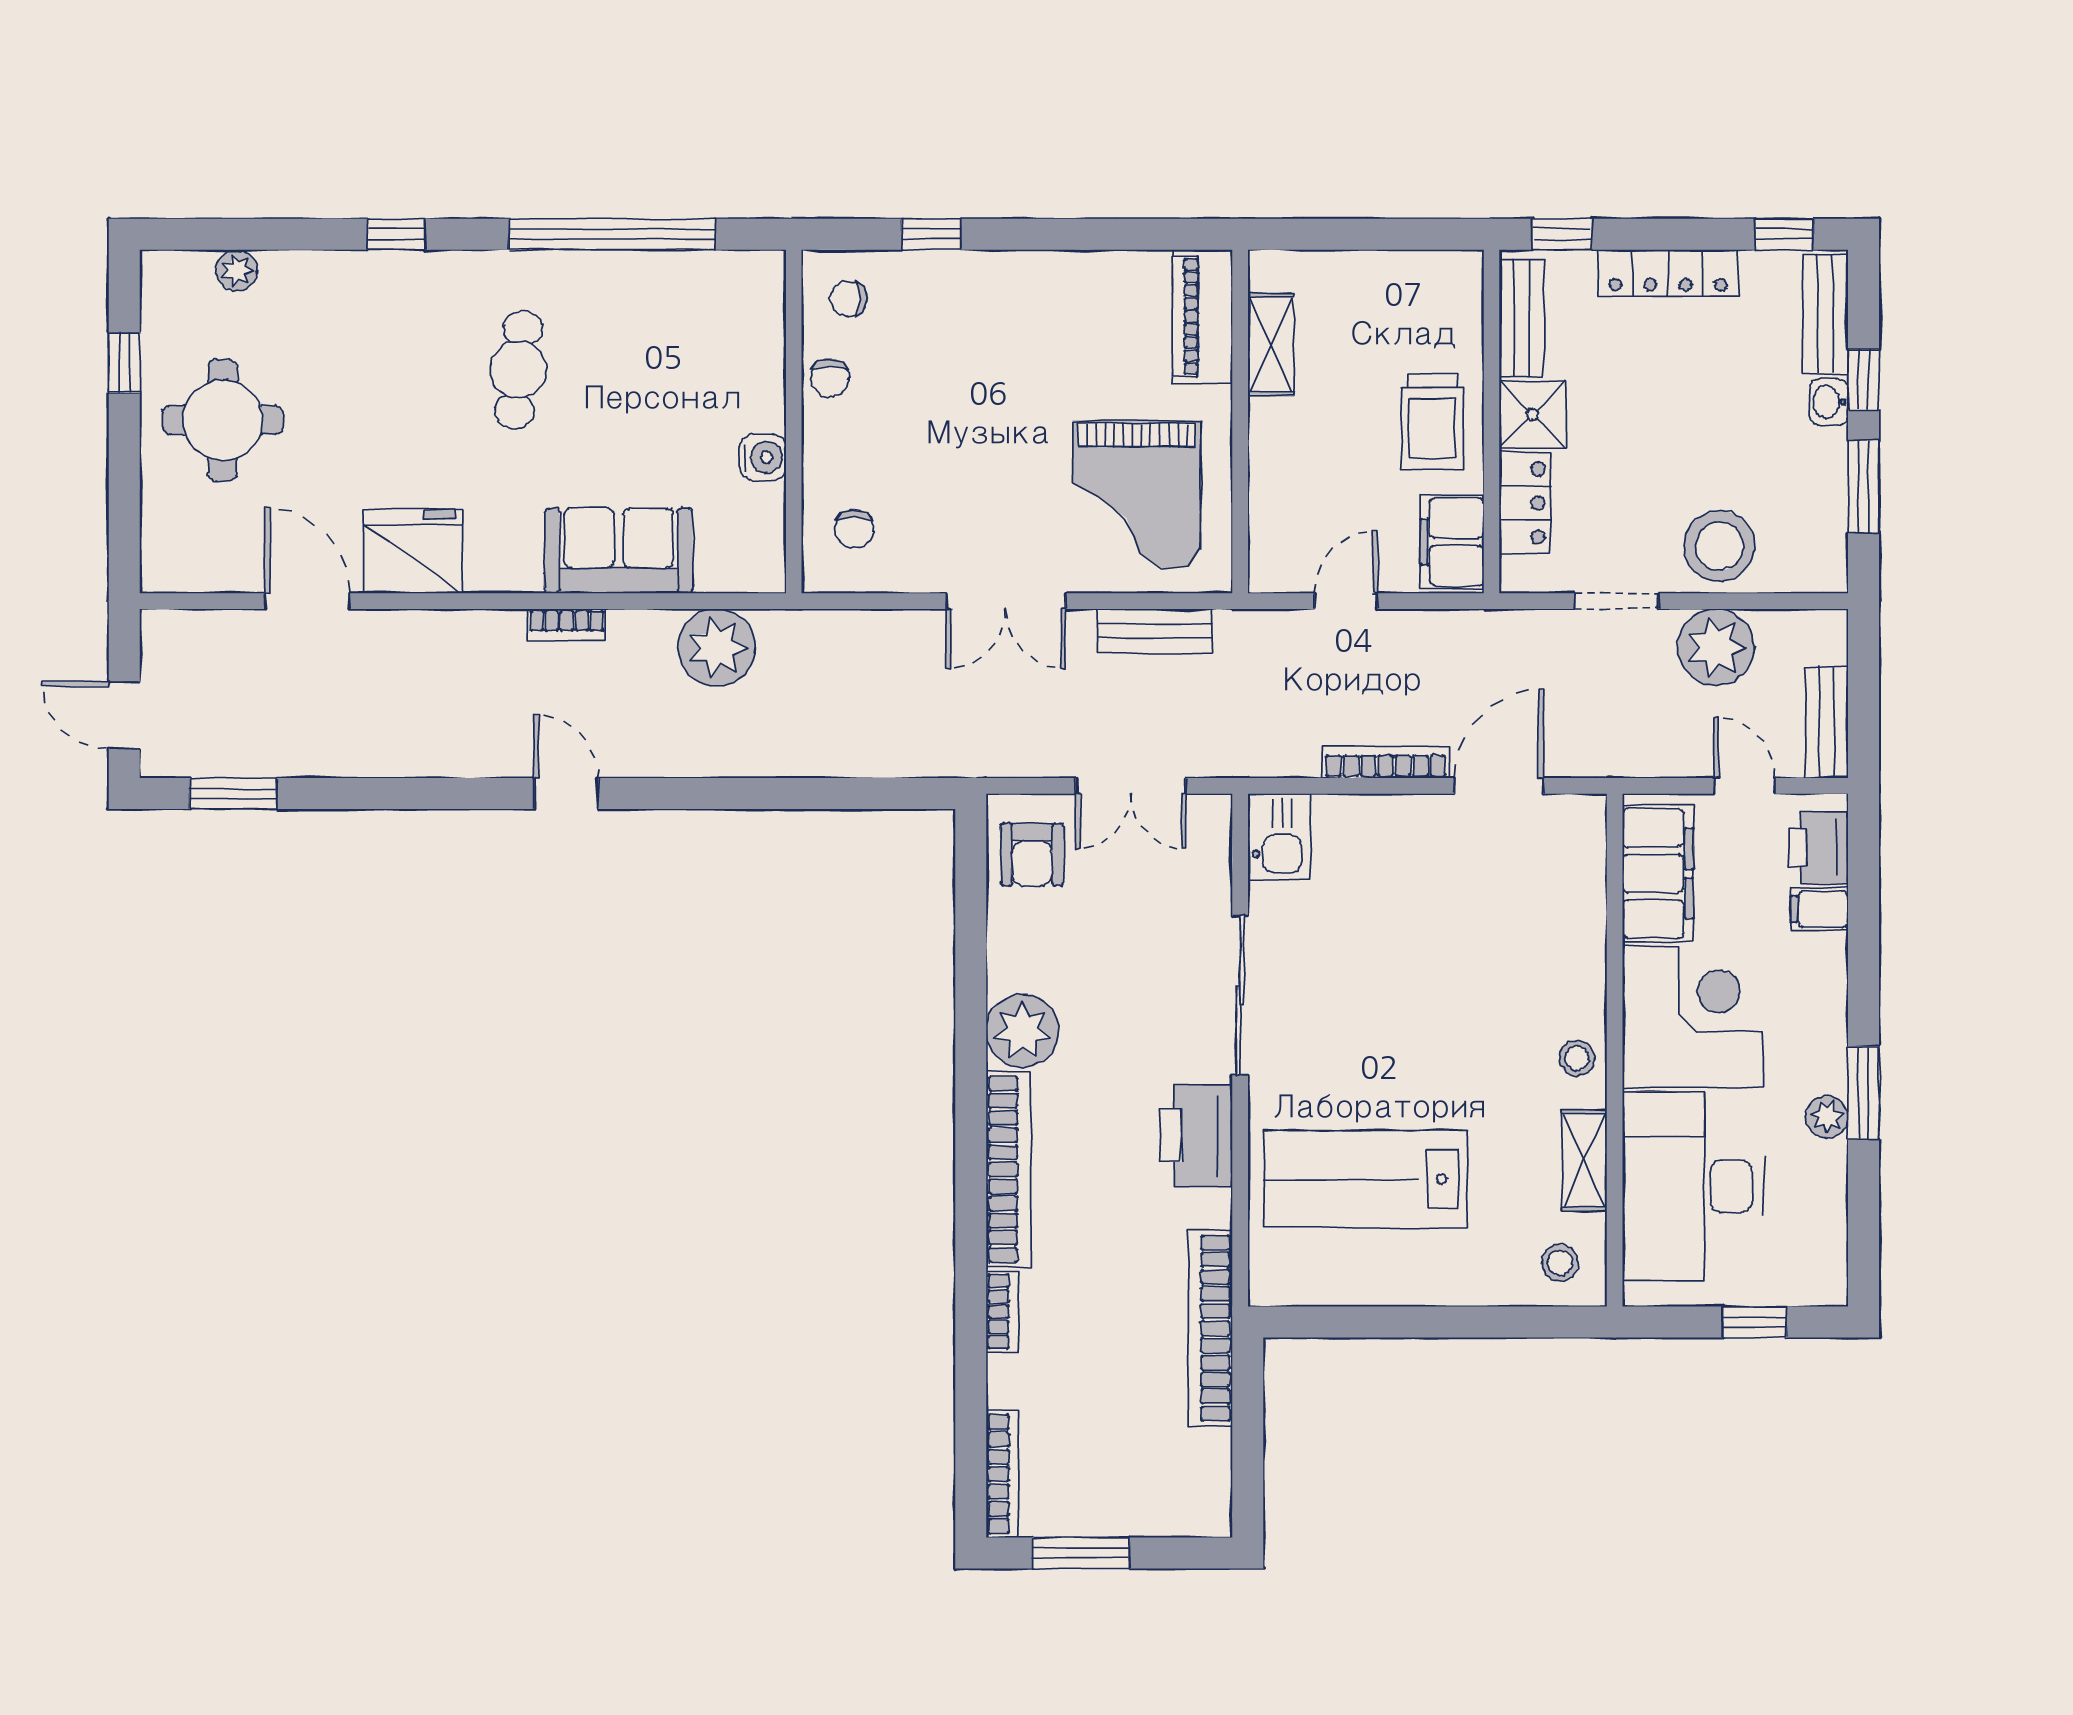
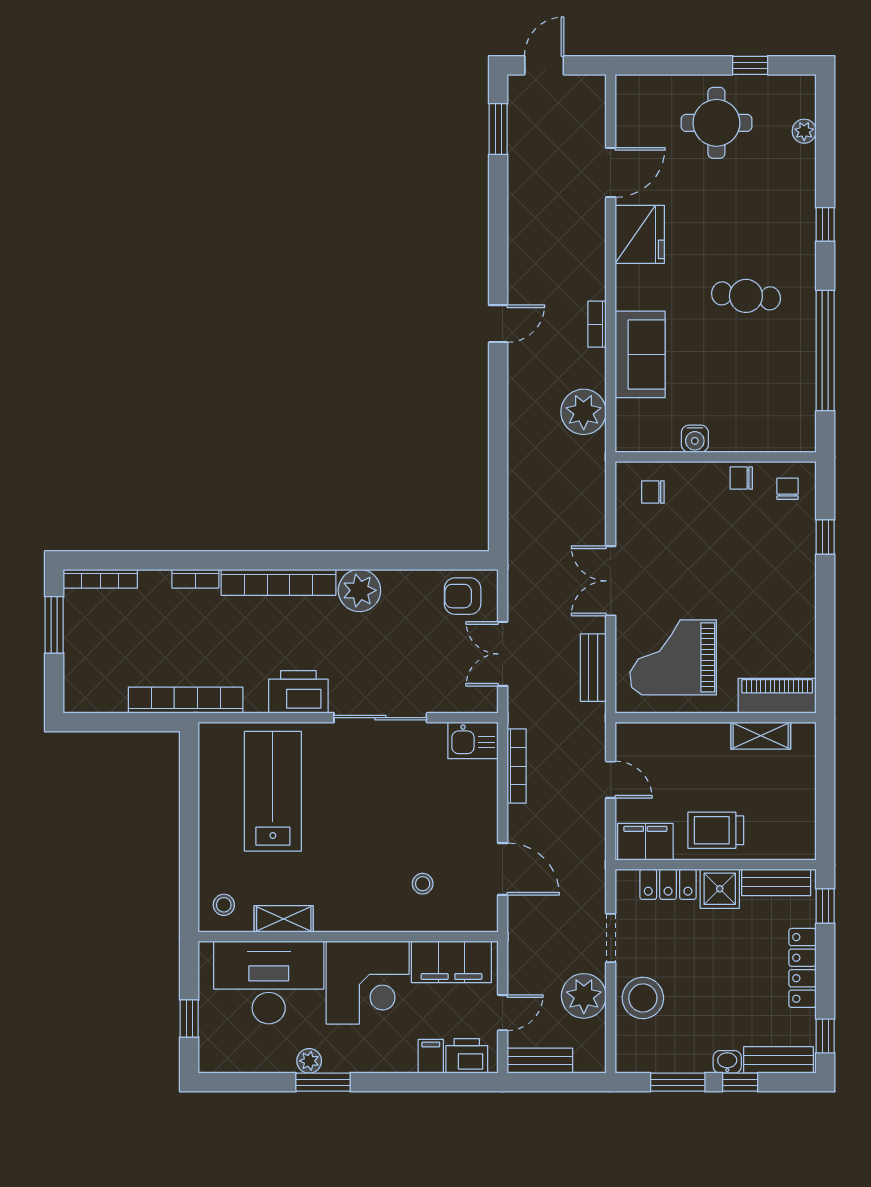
bookcase: (1386, 762) -> (517, 766), moved
stool: (1577, 1058) -> (423, 884), moved

